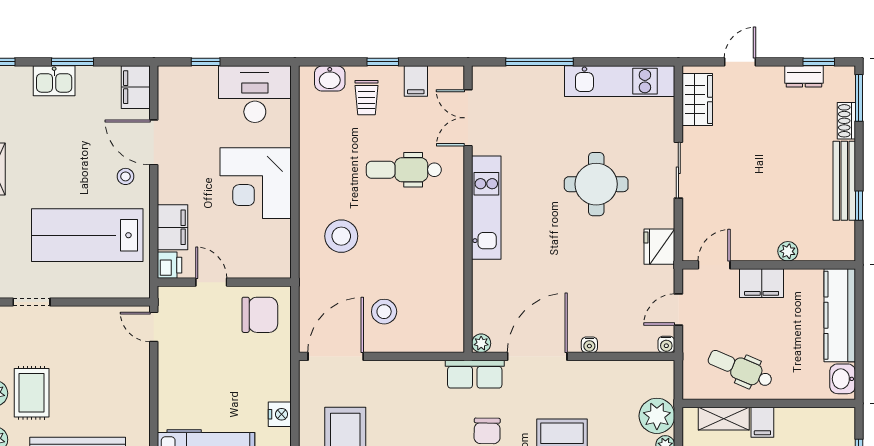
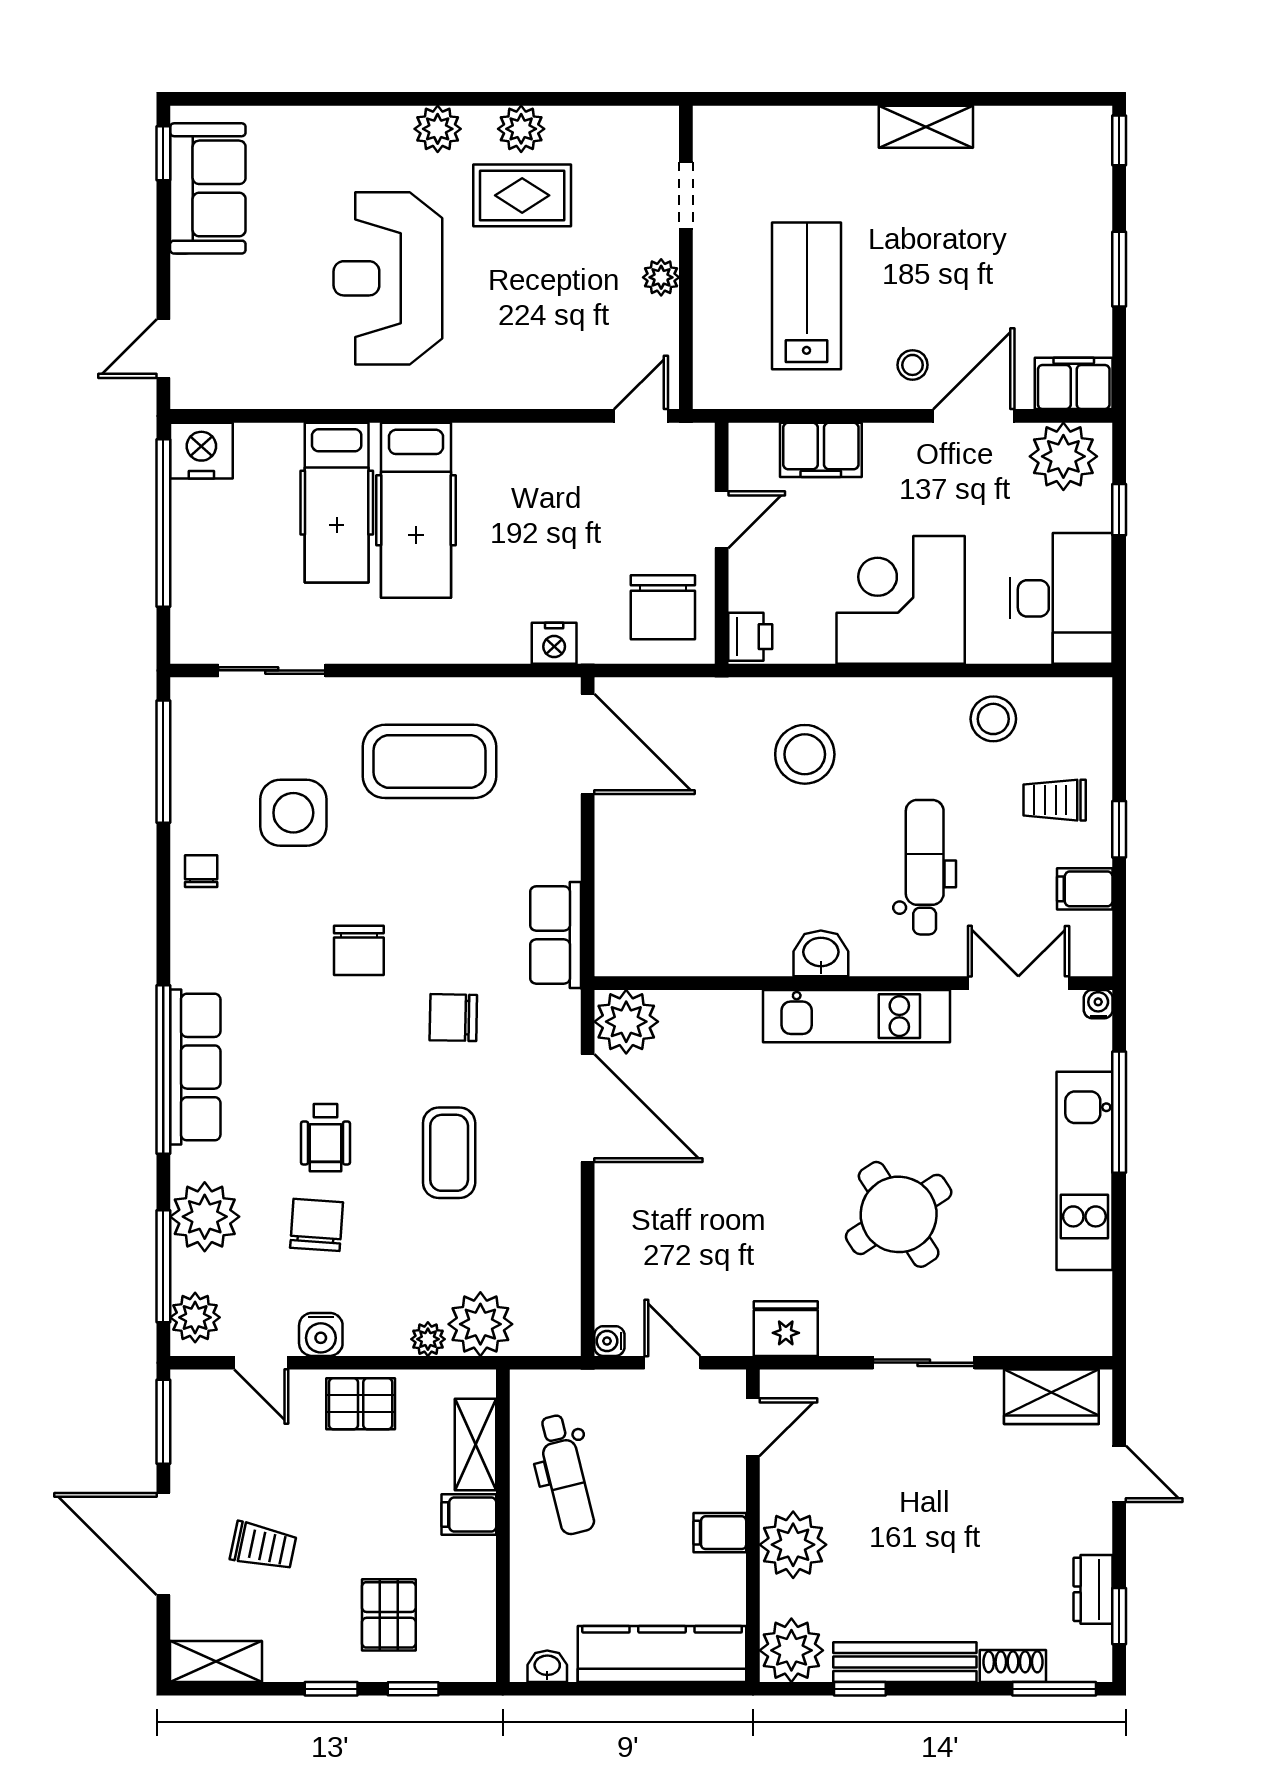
washbasin: (330, 78) -> (821, 953), moved, turned 90
kitchen sink: (54, 81) -> (1085, 236), removed
kitchen unit: (620, 81) -> (1084, 1171), moved
plant: (176, 93) -> (1063, 456), added
round table: (596, 184) -> (899, 1214), turned -33
lab bench: (87, 235) -> (807, 296), width x0.73, depth x0.72
plant: (838, 244) -> (791, 1650), added
plant: (788, 251) -> (793, 1545), width x1.88, depth x1.88
printer: (170, 265) -> (750, 637), moved, turned -90
door: (714, 265) -> (753, 1427), hinge flipped
filing cabinet: (762, 283) -> (720, 1533), width x0.50
stool: (384, 312) -> (993, 719), moved
plant: (77, 316) -> (661, 277), added
plant: (481, 343) -> (626, 1022), width x1.88, depth x1.88
water cooler: (589, 345) -> (1098, 1004), moved, turned 90
dental chair: (740, 369) -> (565, 1474), turned 143
row of seats: (475, 374) -> (556, 935), moved
washbasin: (843, 379) -> (547, 1666), width x0.72, depth x0.69
nightstand: (280, 414) -> (554, 643), moved

